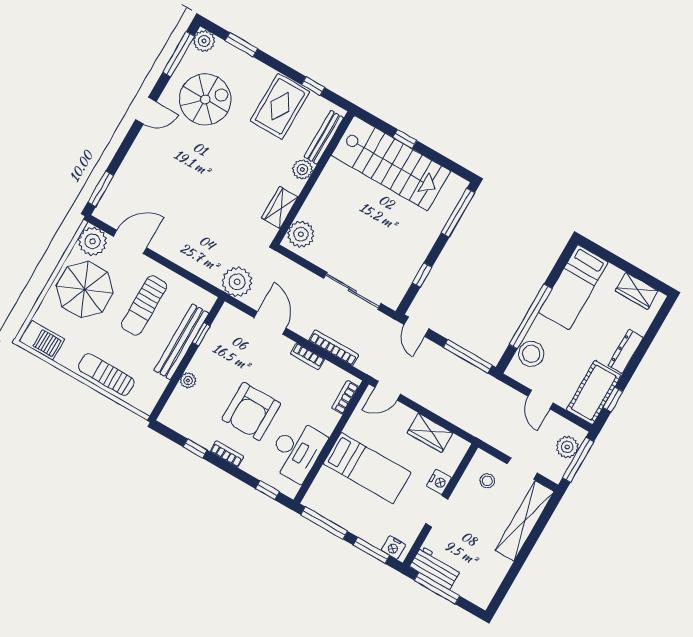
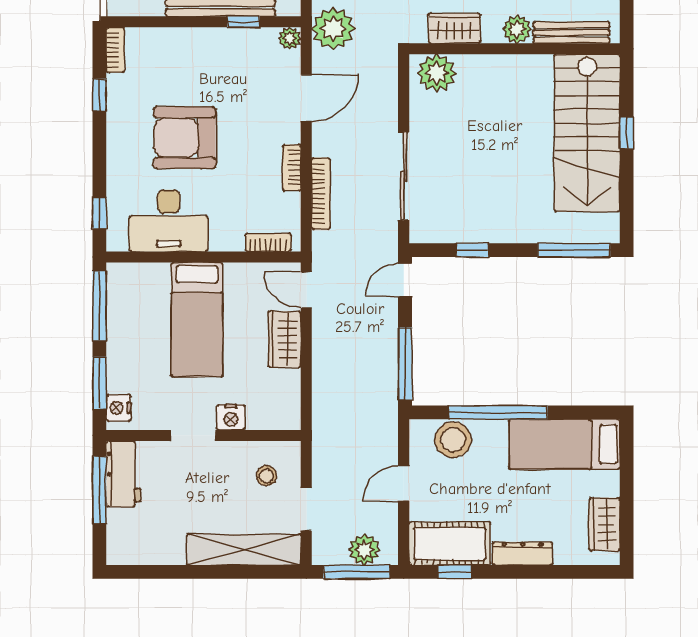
plant: (188, 380) -> (290, 38), moved
wardrobe: (430, 433) -> (285, 339), moved
bookcase: (227, 454) -> (115, 50), moved

